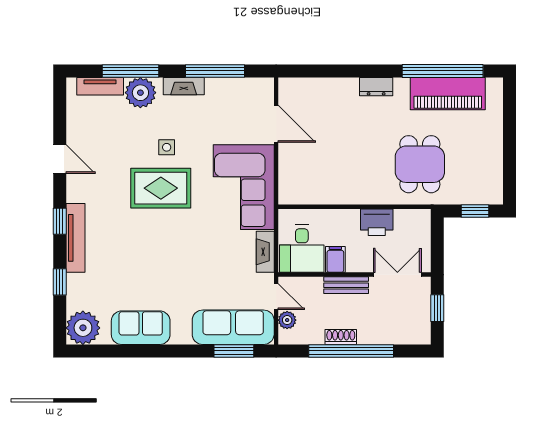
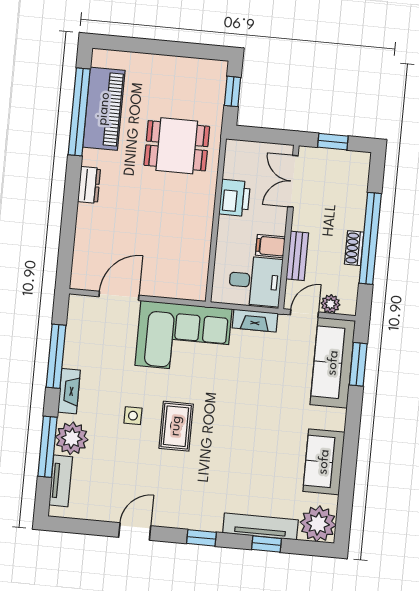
rug: (161, 188) -> (176, 426), width x0.73, depth x0.70
tv unit: (75, 238) -> (260, 526), moved
bench: (346, 285) -> (297, 256), moved

